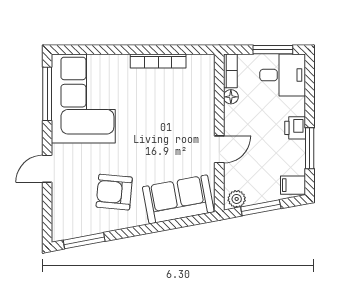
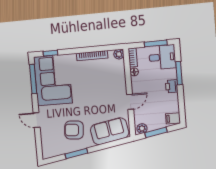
window: (83, 50) -> (50, 53), added
plant: (206, 63) -> (119, 54), added
window: (310, 148) -> (179, 73), moved
door: (47, 169) -> (37, 120), hinge flipped
window: (84, 241) -> (76, 153), moved

